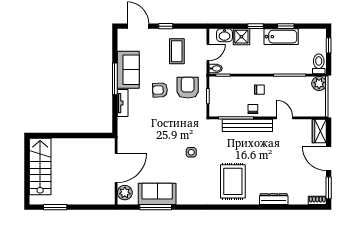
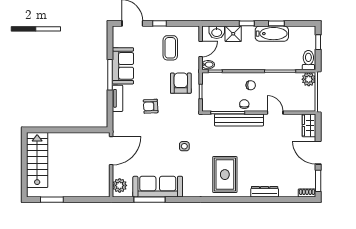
armchair: (160, 90) -> (151, 106), moved
door: (116, 168) -> (111, 151), moved
sofa: (157, 194) -> (158, 187), width x1.36

